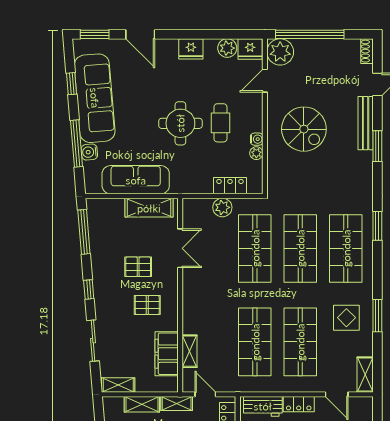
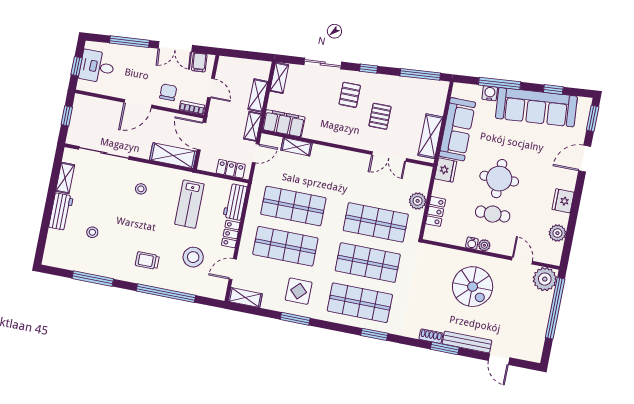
fridge: (250, 49) -> (446, 170), moved, turned 180
shoe rack: (367, 51) -> (431, 336), moved
spiral stairs: (304, 129) -> (473, 287), turned -90
plant: (256, 153) -> (484, 245), moved
pallet: (147, 305) -> (350, 95), moved
filing cabinet: (167, 354) -> (284, 123), moved

